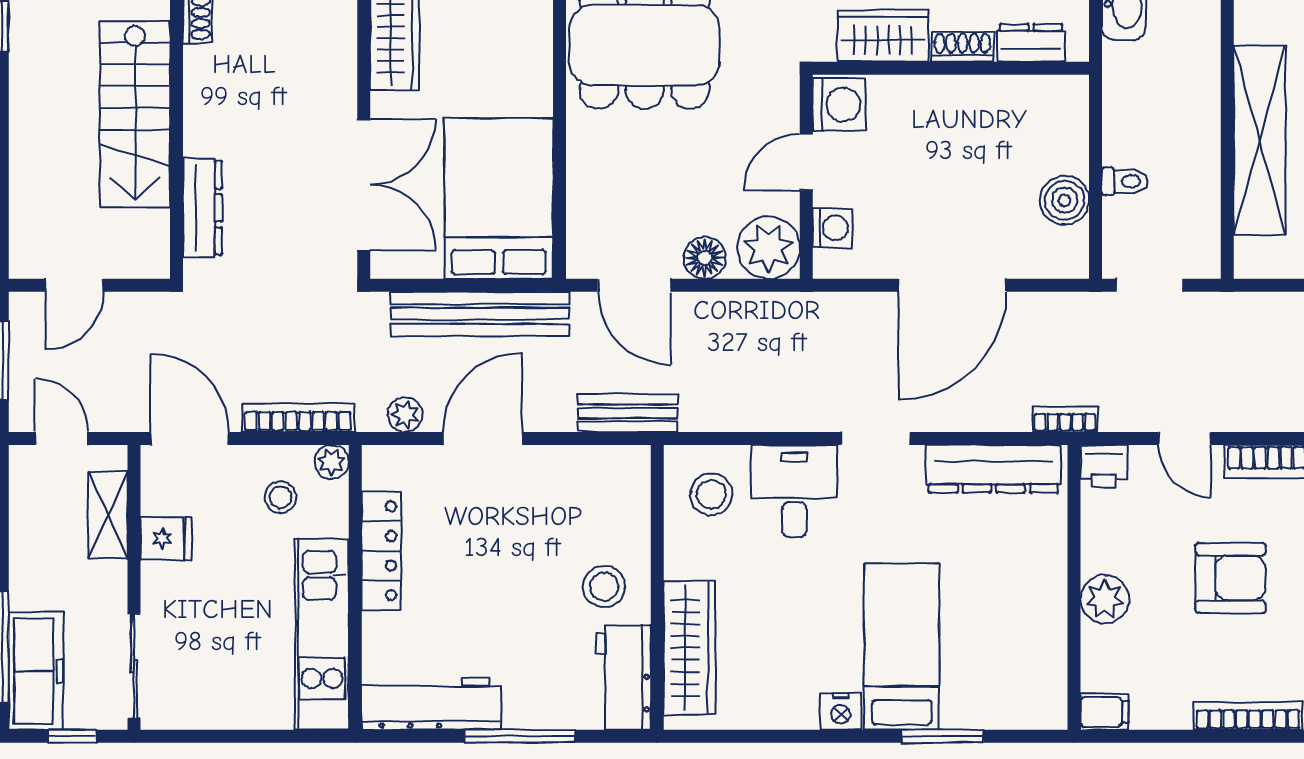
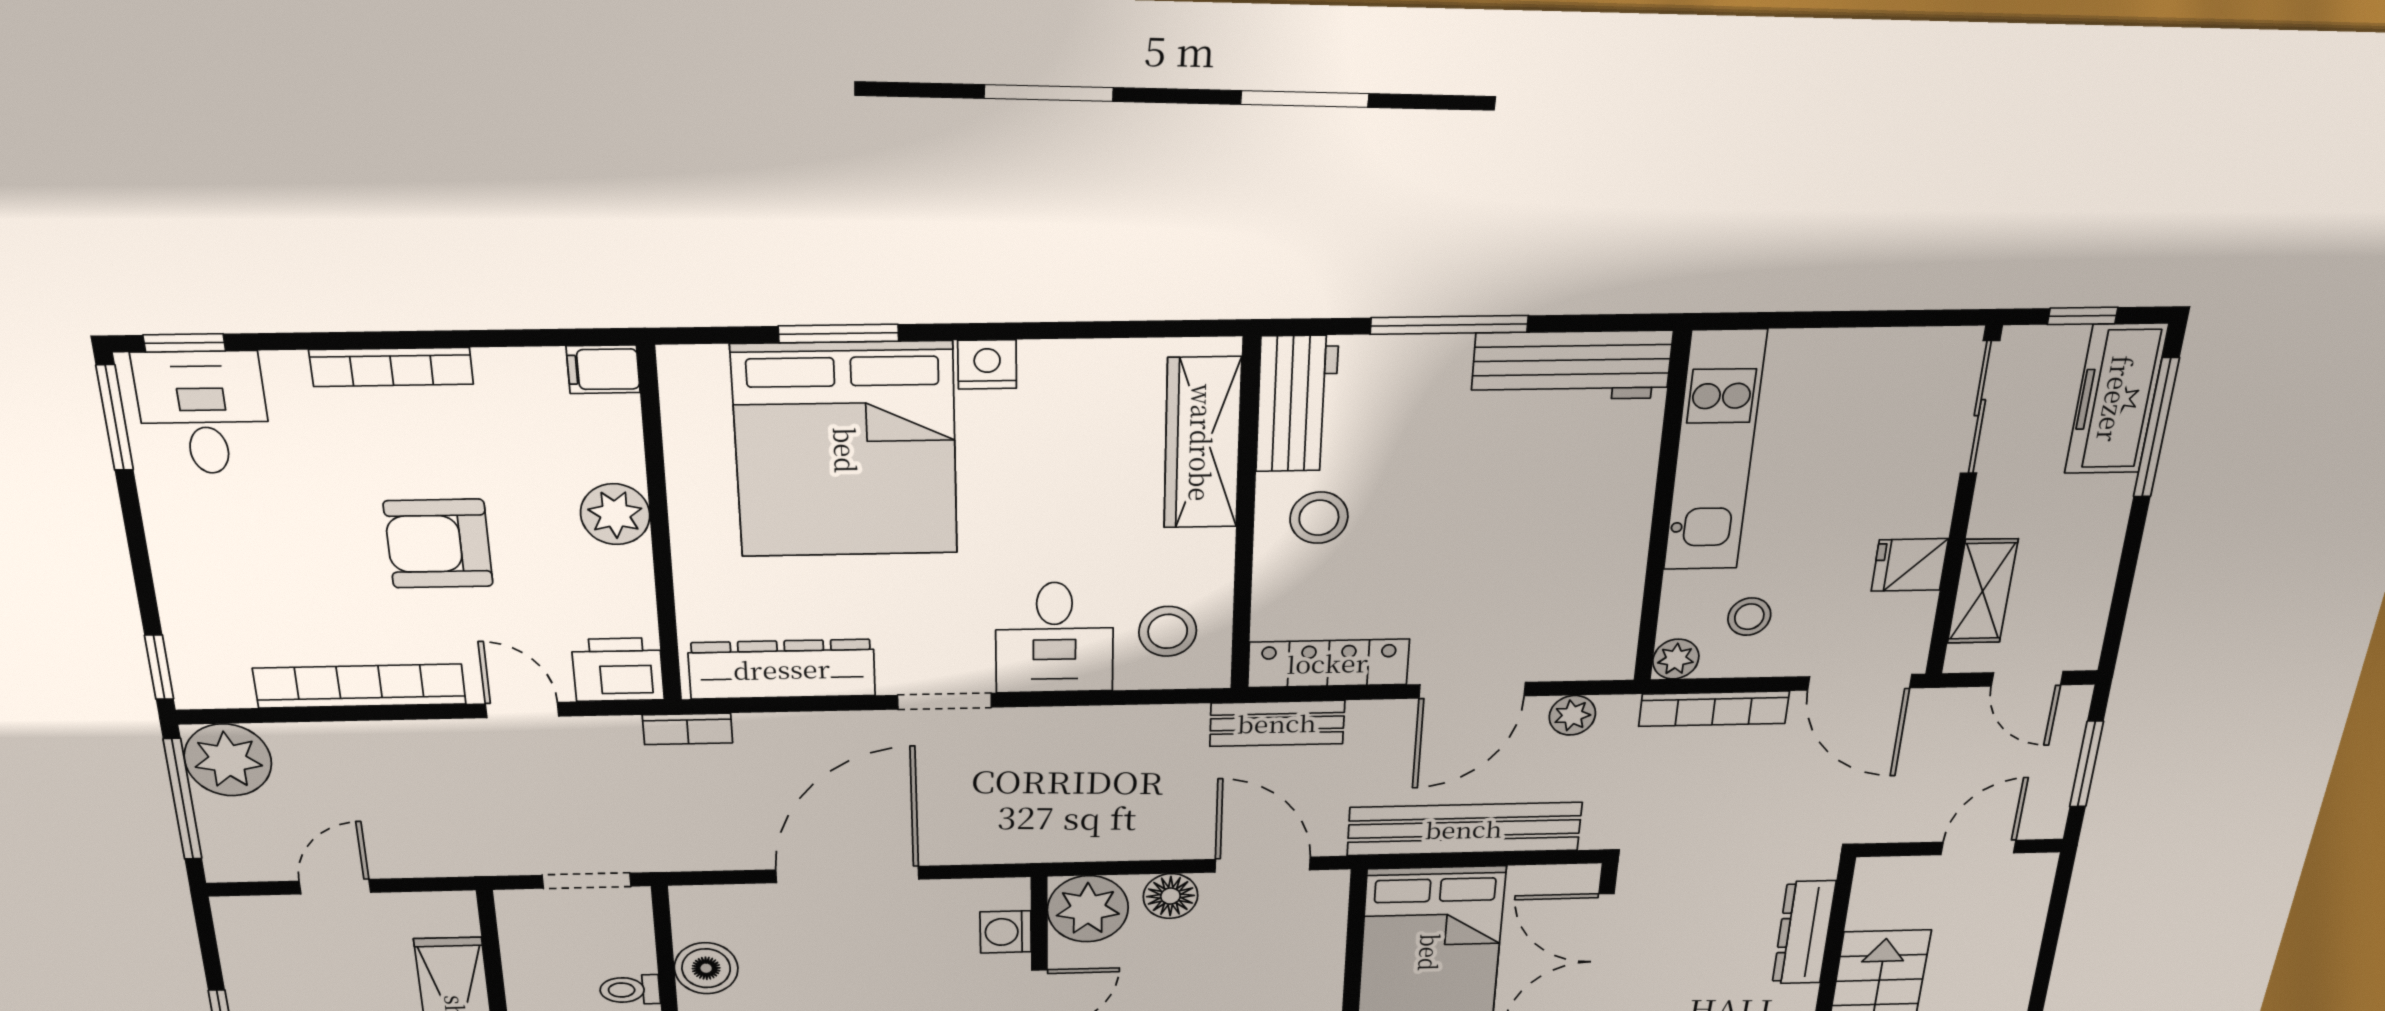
printer: (1104, 466) -> (618, 670), width x1.36, depth x1.24
locker: (381, 551) -> (1328, 663), moved, turned 90
bed: (902, 647) -> (846, 450), width x2.04

